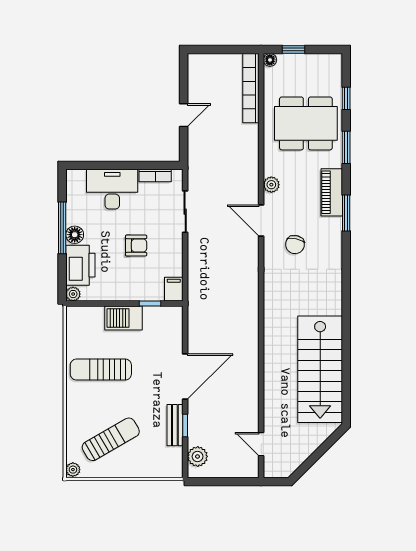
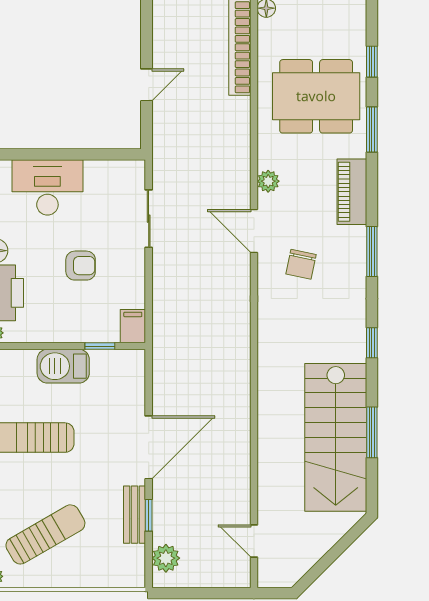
bookcase: (155, 175) -> (107, 168), removed
window: (346, 213) -> (372, 251), moved
window: (346, 301) -> (372, 343), added
window: (346, 366) -> (372, 432), added

